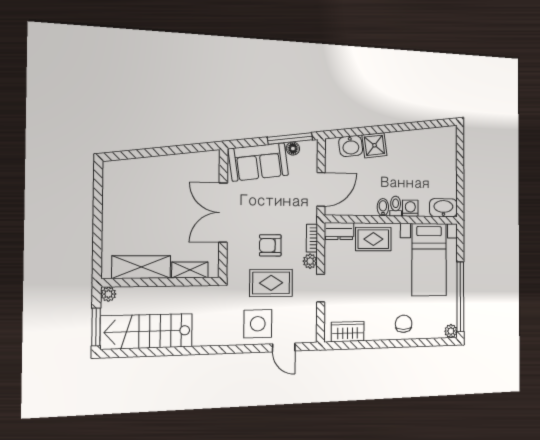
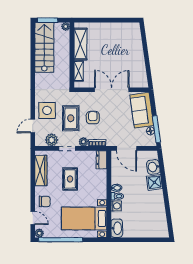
rug: (373, 239) -> (70, 179), moved
plant: (307, 315) -> (52, 140), added
wardrobe: (348, 332) -> (41, 171), width x1.50
door: (428, 342) -> (33, 218), added

